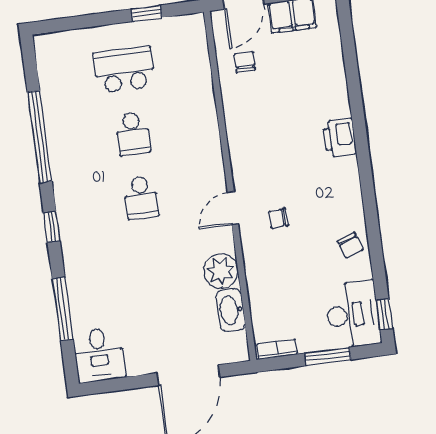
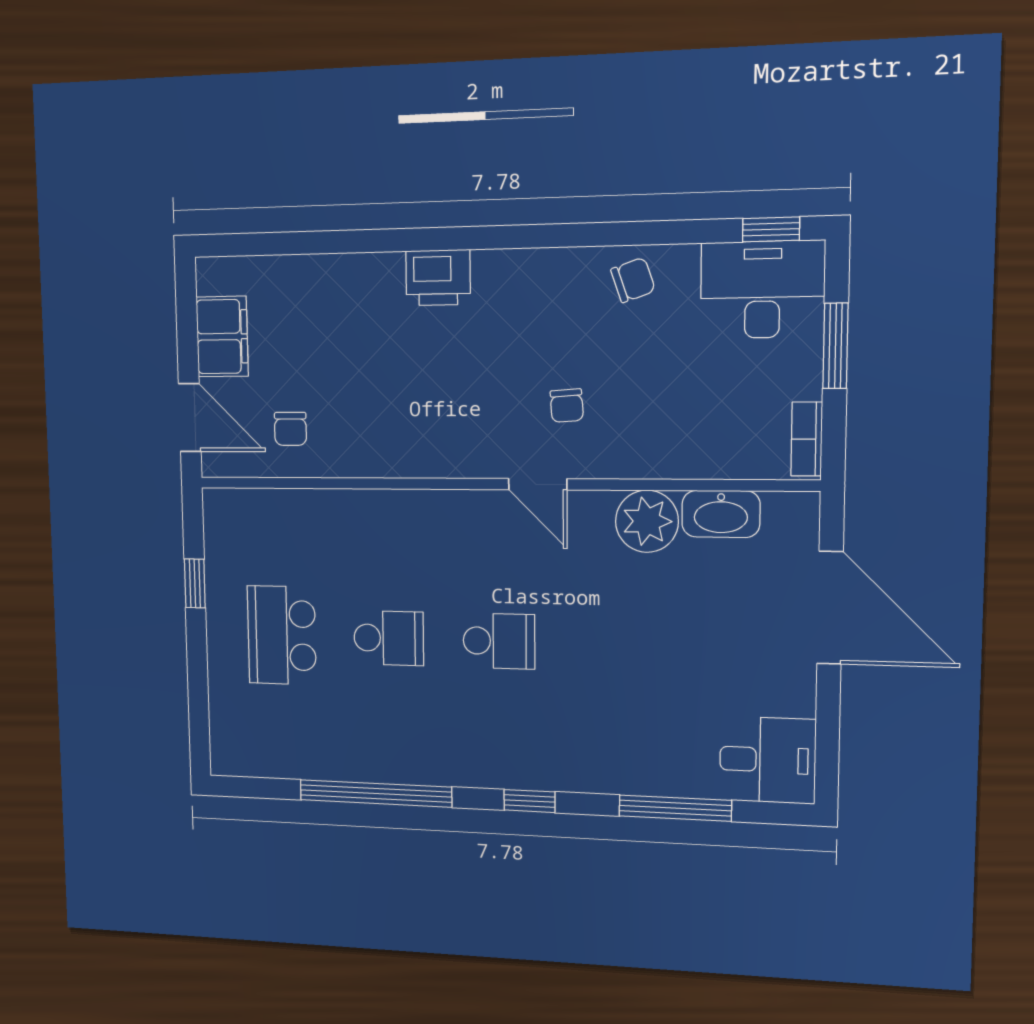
chair: (245, 62) -> (290, 429), turned -90

